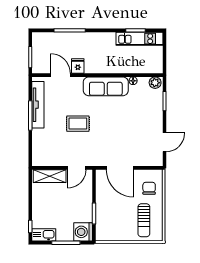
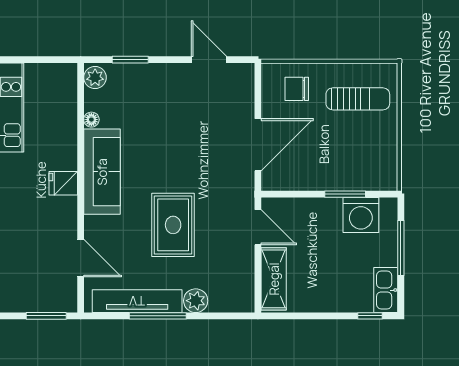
fridge: (78, 66) -> (63, 183), moved
door: (60, 75) -> (81, 258), swing flipped
rug: (78, 124) -> (173, 225), width x1.36, depth x1.43
plant: (38, 135) -> (196, 301), added
washing machine: (83, 232) -> (361, 215), moved

